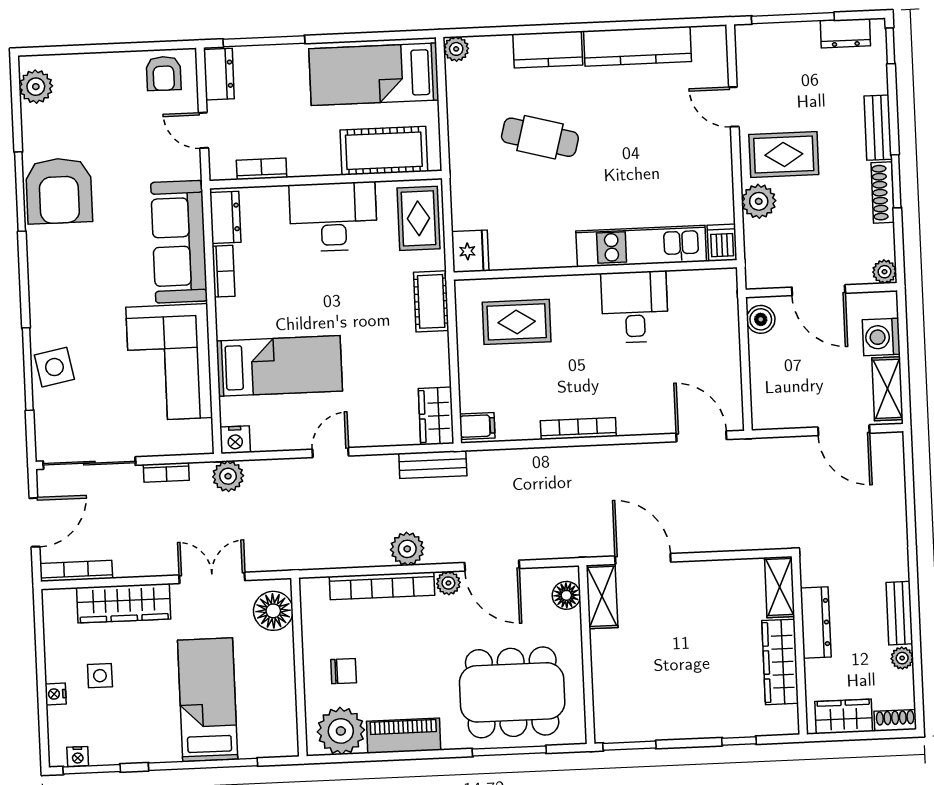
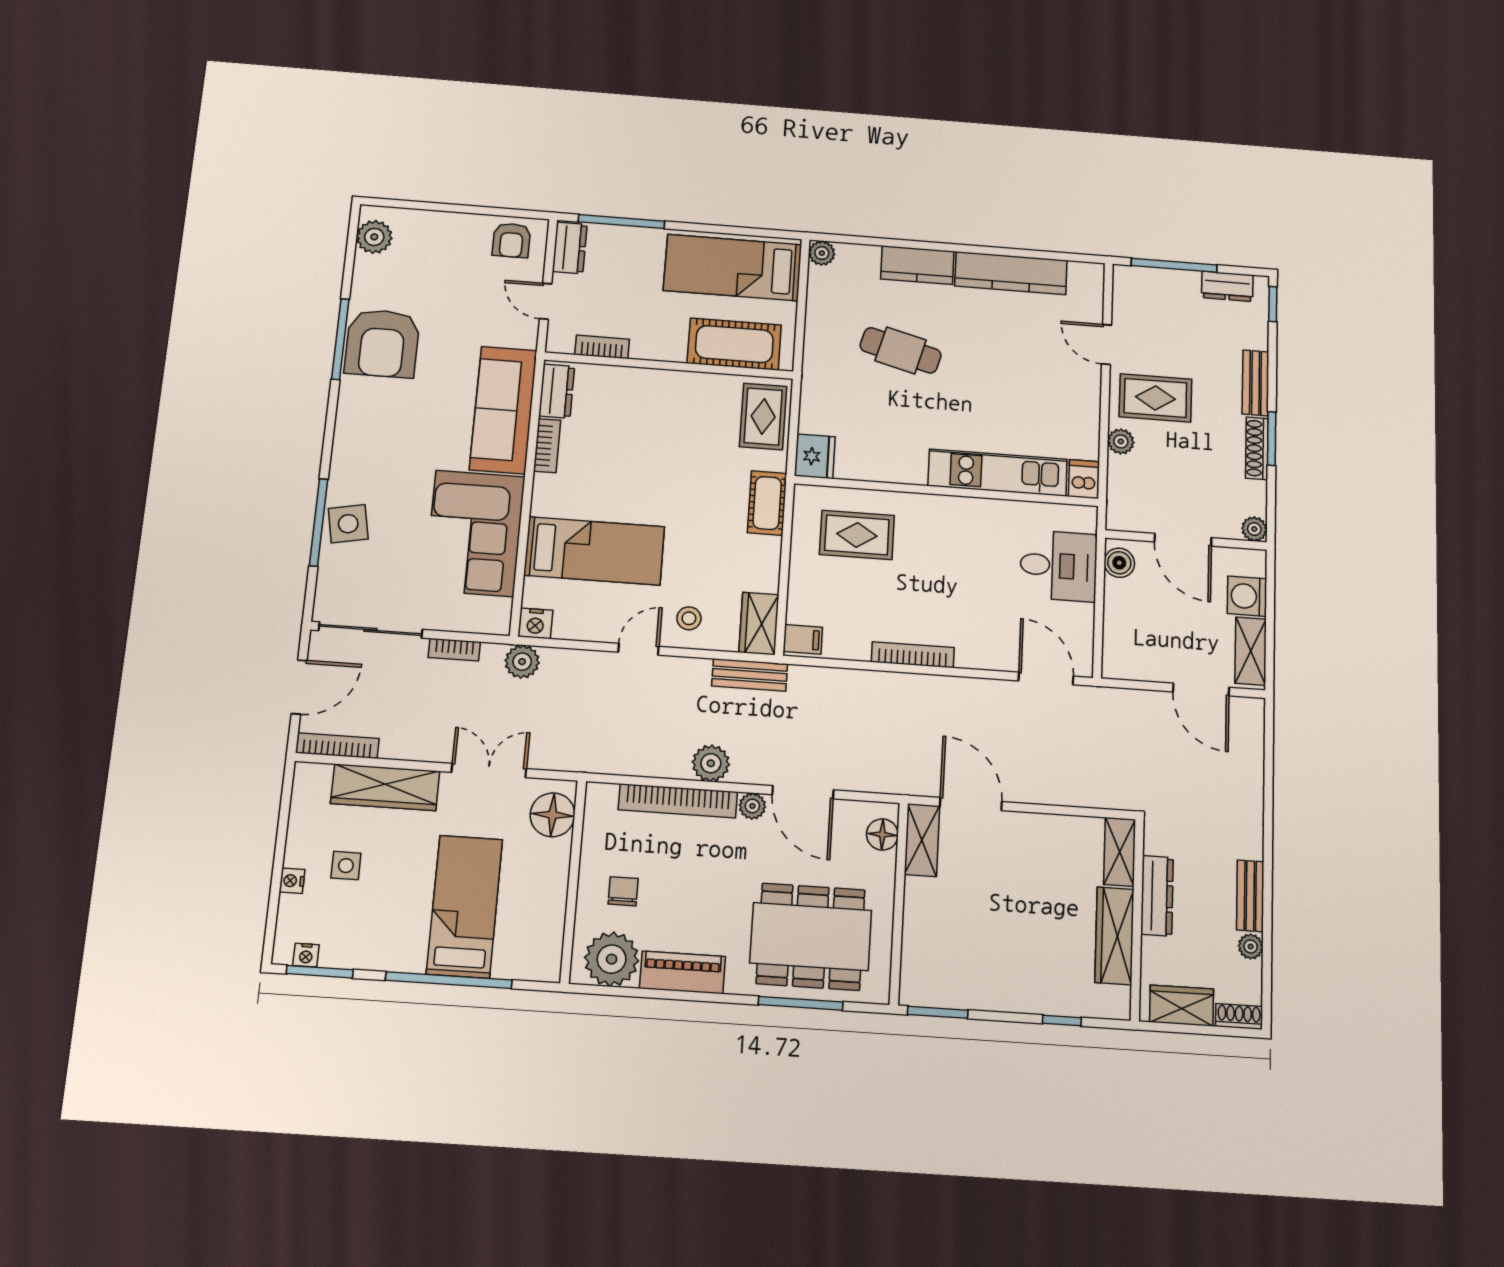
plant: (759, 201) -> (1121, 441), width x0.73, depth x0.73
desk: (333, 217) -> (672, 404), removed
desk: (635, 307) -> (1059, 566), moved, turned 90
stool: (372, 419) -> (689, 618), added
chair: (344, 671) -> (623, 891), turned -90

